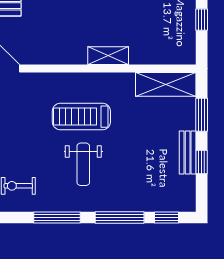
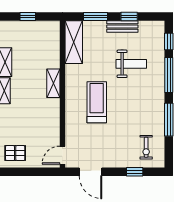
treadmill: (81, 117) -> (97, 102), turned 180
weight bench: (83, 164) -> (131, 64), moved

